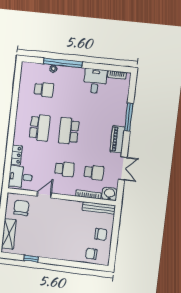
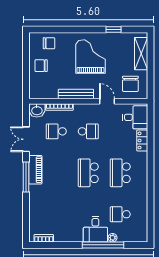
desk: (95, 81) -> (95, 229), moved
window: (129, 117) -> (26, 177), moved
school desk: (69, 131) -> (88, 173), turned 180
school desk: (65, 169) -> (88, 131), turned 180
door: (44, 195) -> (107, 101), swing flipped
bench: (99, 208) -> (76, 94), moved
grand piano: (55, 237) -> (90, 57), added

